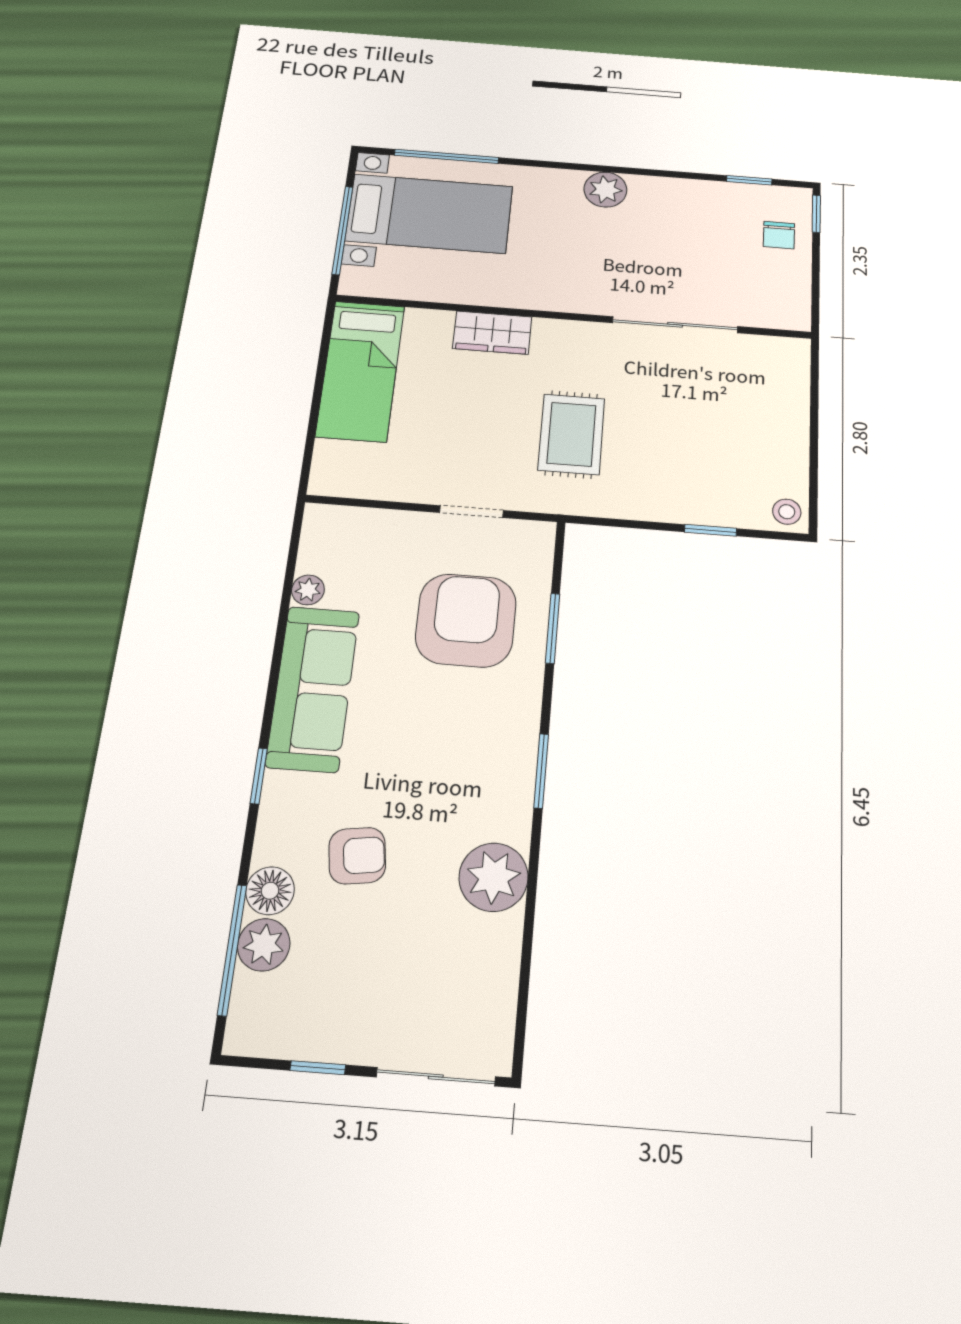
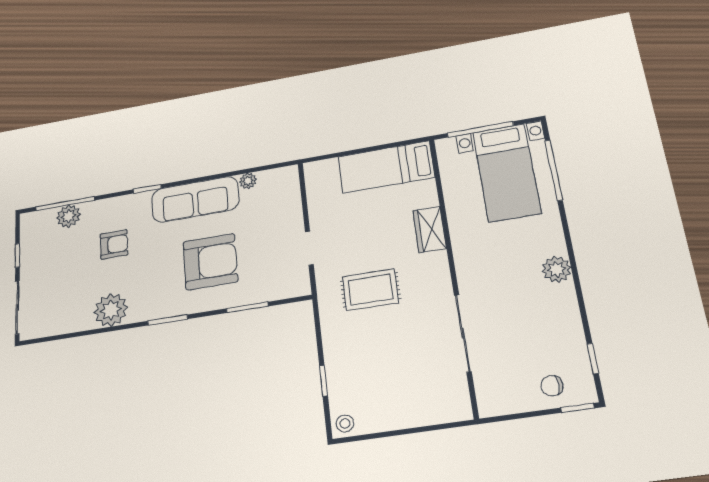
armchair: (466, 620) -> (210, 262), moved
armchair: (357, 856) -> (114, 244), turned -82
floor lamp: (270, 891) -> (93, 211), removed

